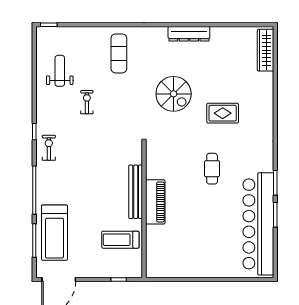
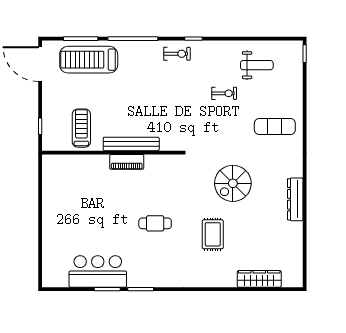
wardrobe: (266, 50) -> (259, 279), moved
piano: (155, 202) -> (127, 162), width x0.73, depth x0.75
bar counter: (258, 224) -> (98, 271), width x0.54

